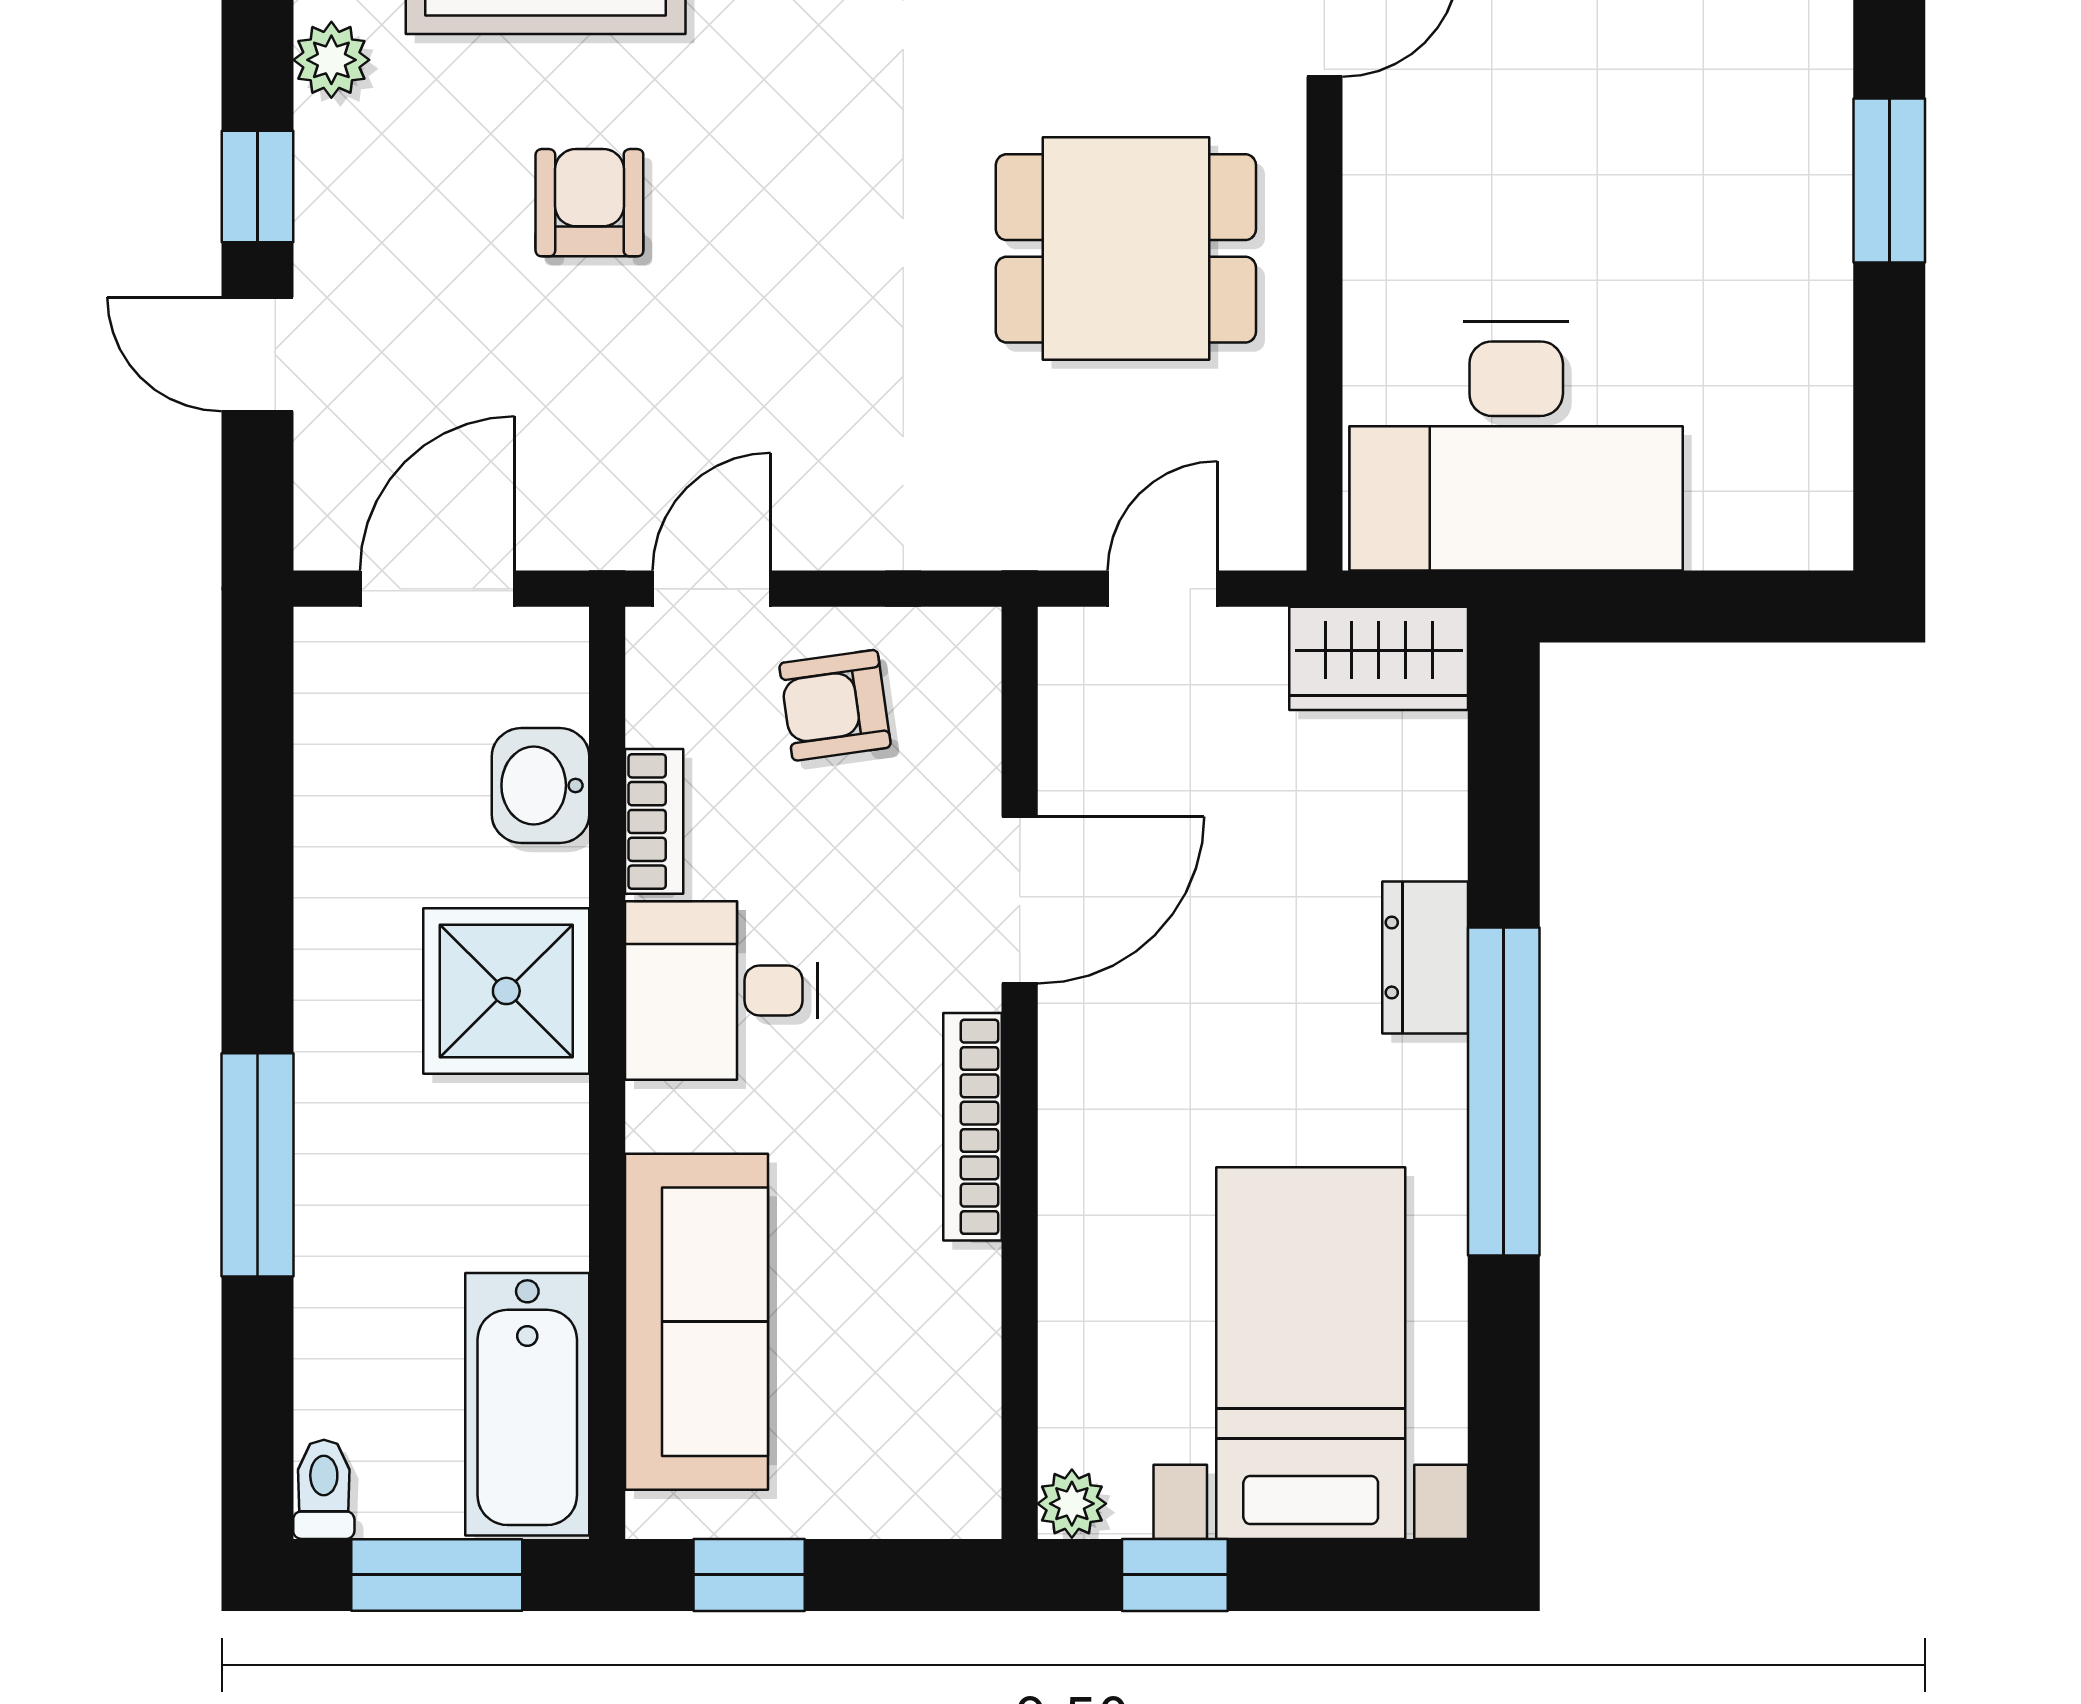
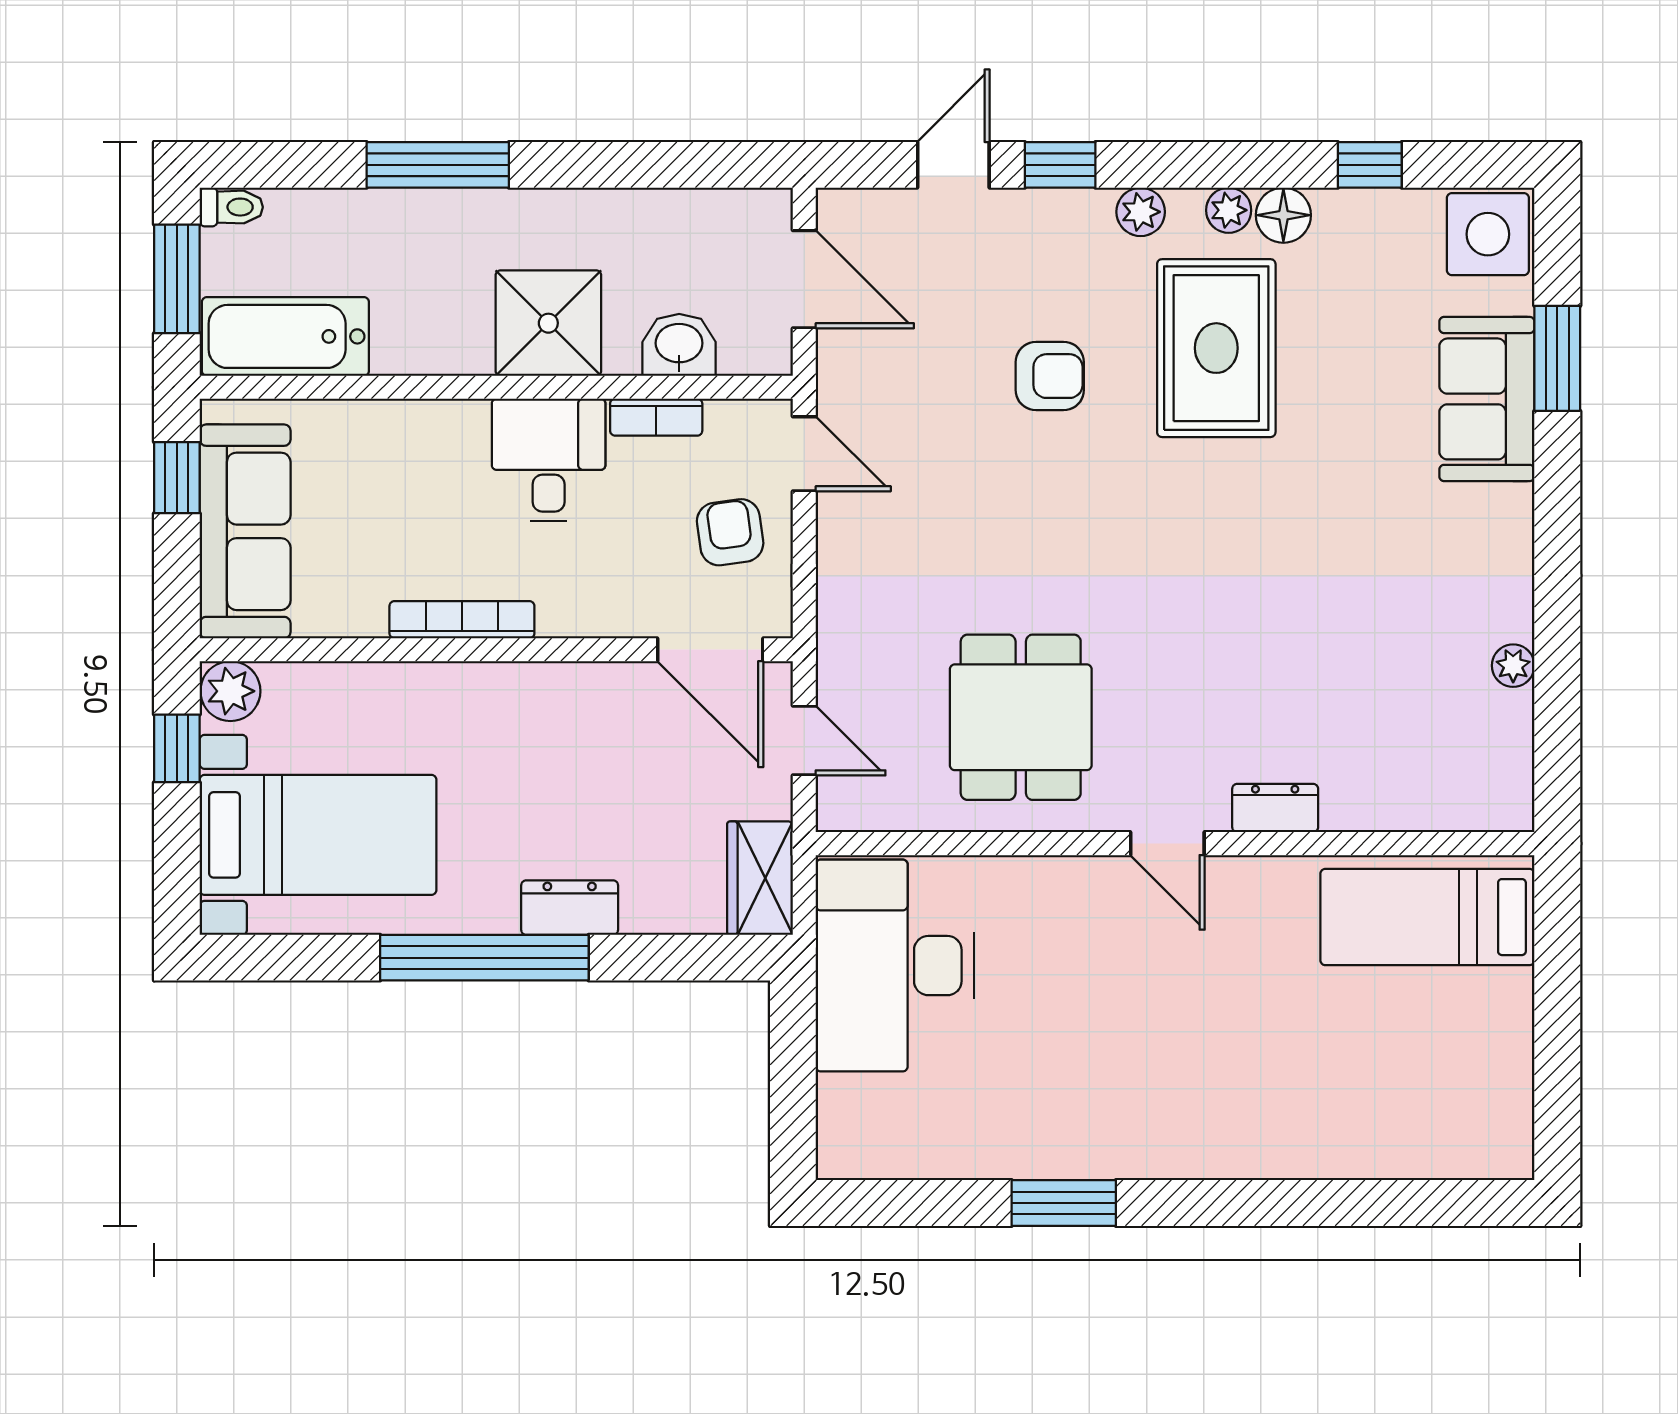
door: (1020, 900) -> (710, 650), moved
sofa: (696, 1322) -> (245, 531), moved, turned -90
plant: (1072, 1504) -> (230, 691), width x1.38, depth x1.38

